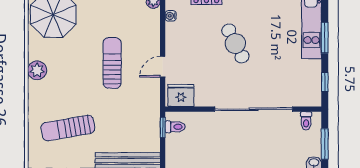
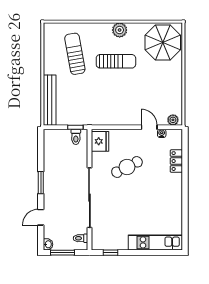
window: (325, 38) -> (145, 253), removed
cafe table: (235, 44) -> (127, 167), moved
sun lounger: (112, 63) -> (116, 61), moved
door: (163, 67) -> (149, 127), moved

